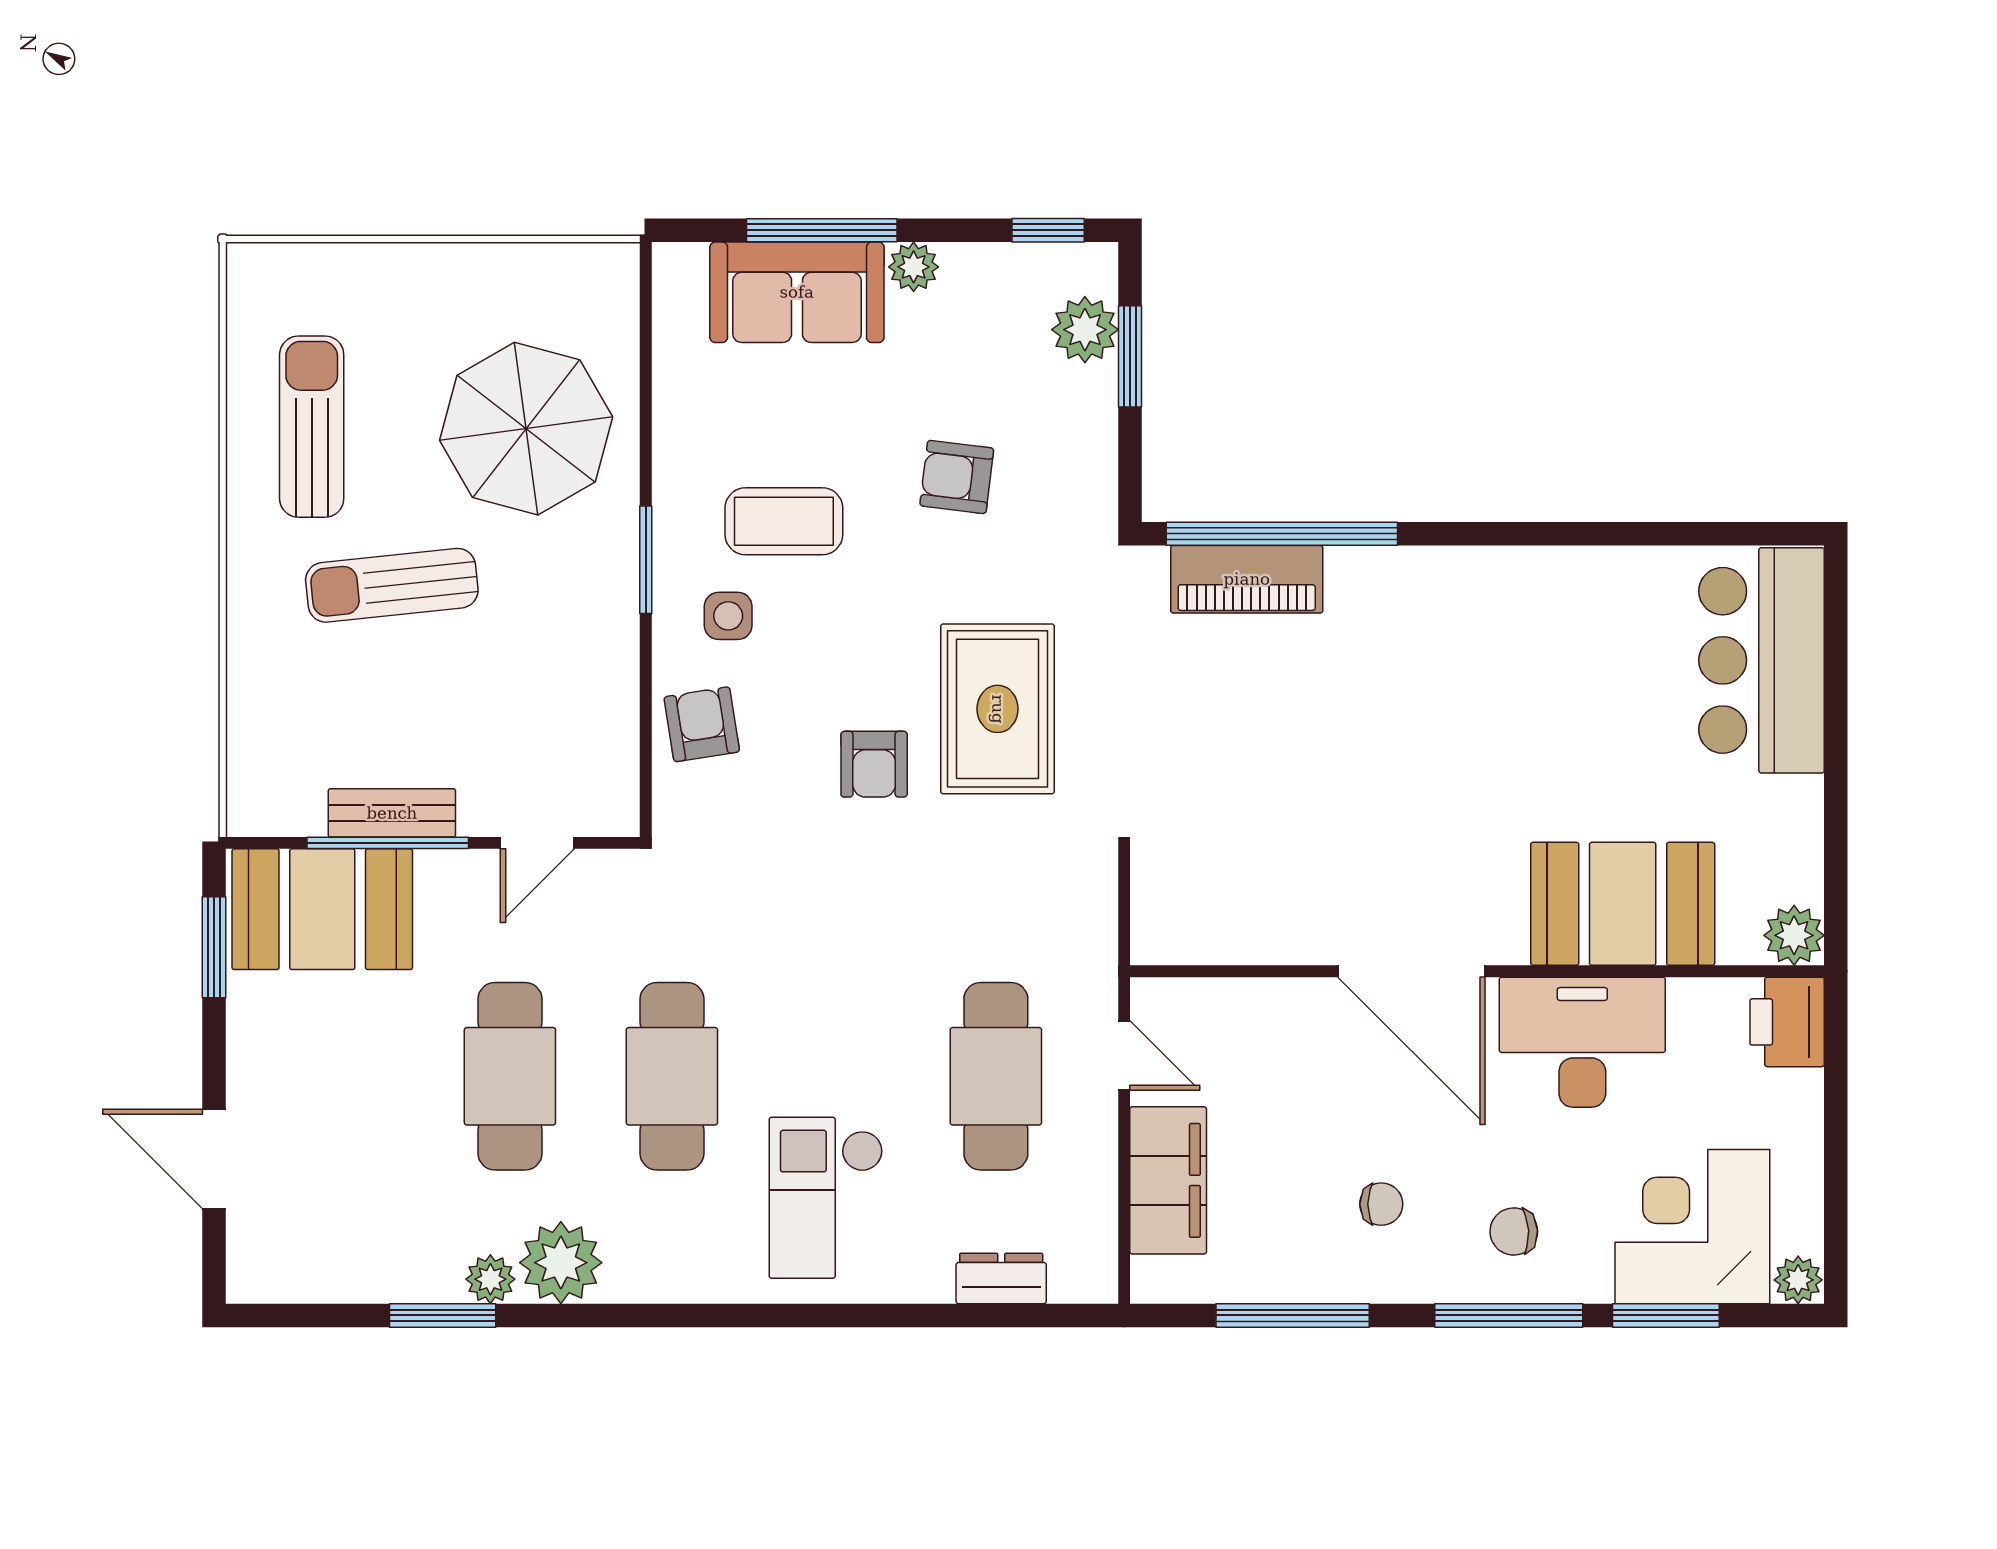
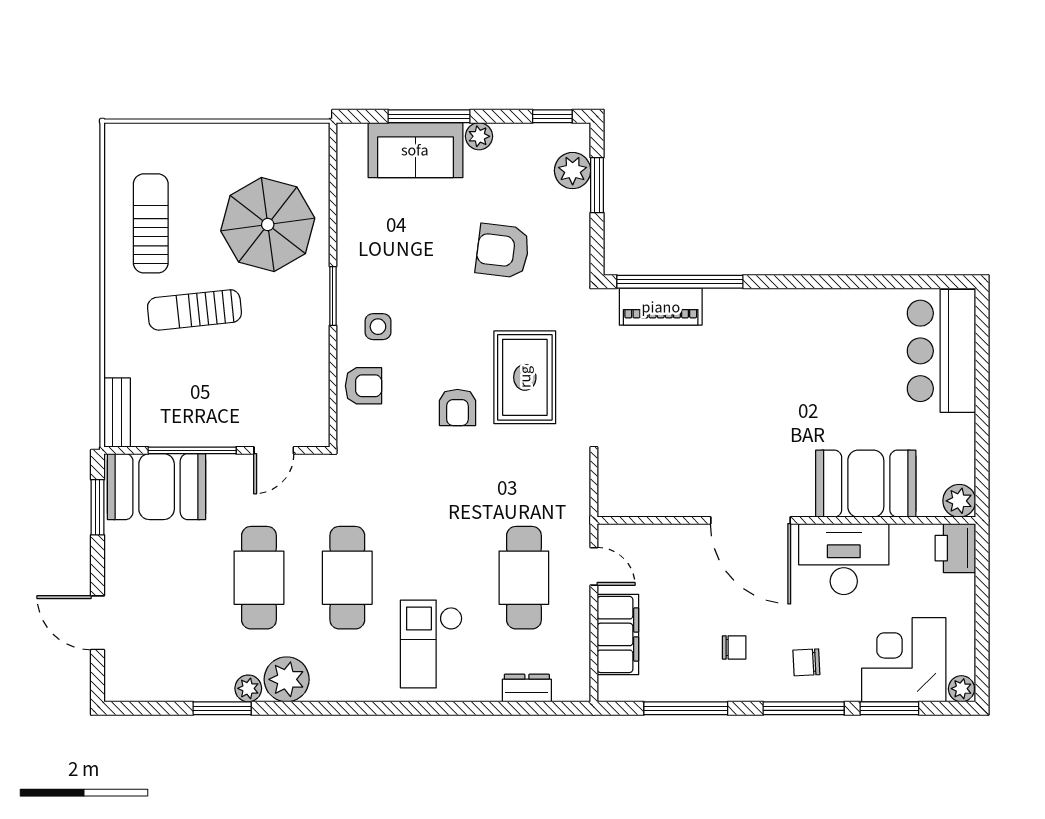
armchair: (957, 477) -> (503, 251), width x1.38, depth x1.38
coffee table: (784, 521) -> (408, 275), removed
armchair: (702, 724) -> (364, 386), turned 99
bench: (392, 813) -> (117, 413), moved, turned 90

